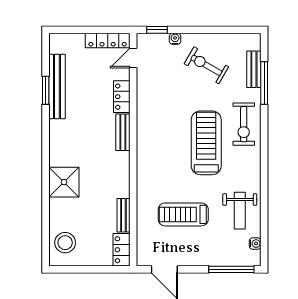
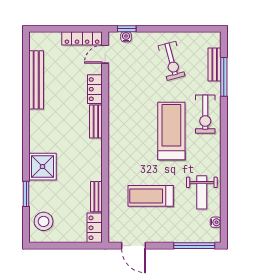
water cooler: (175, 39) -> (126, 37), moved
exercise bike: (206, 65) -> (172, 61), turned -135
window: (46, 90) -> (26, 194), moved

